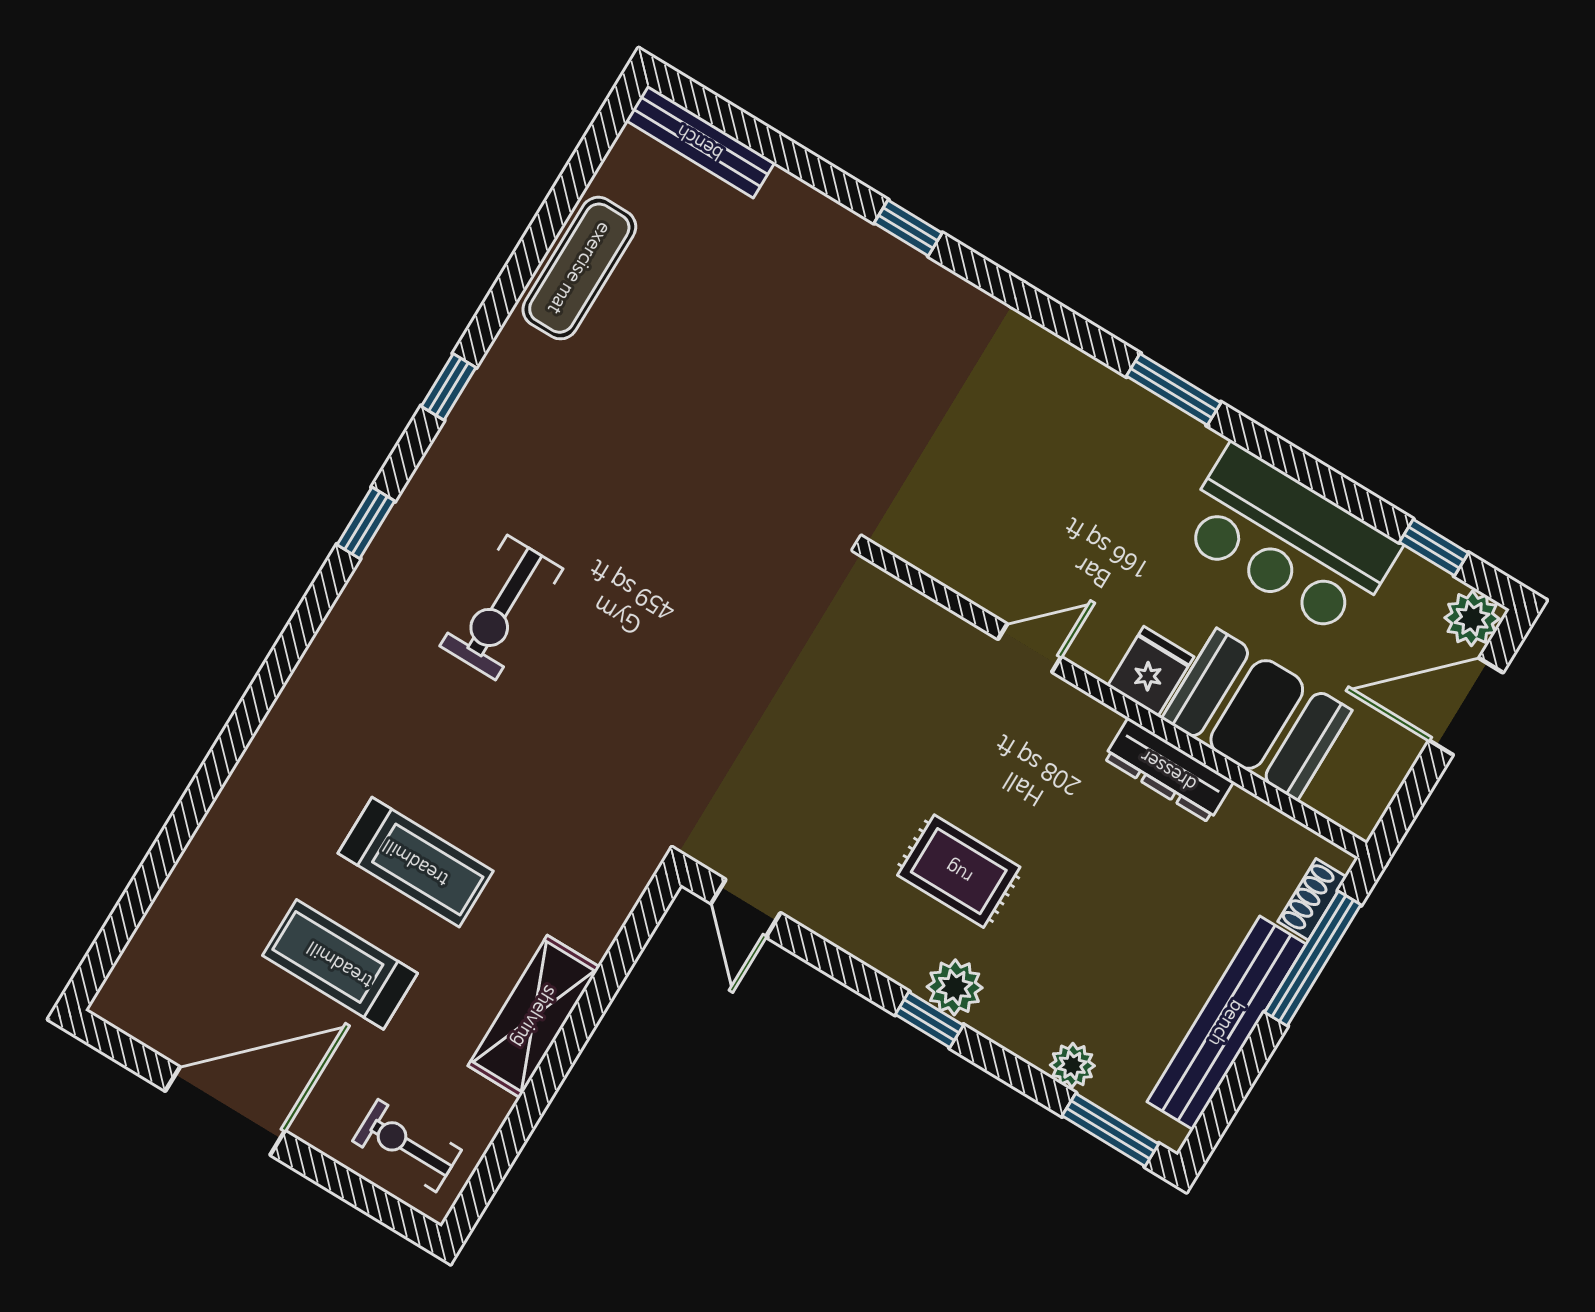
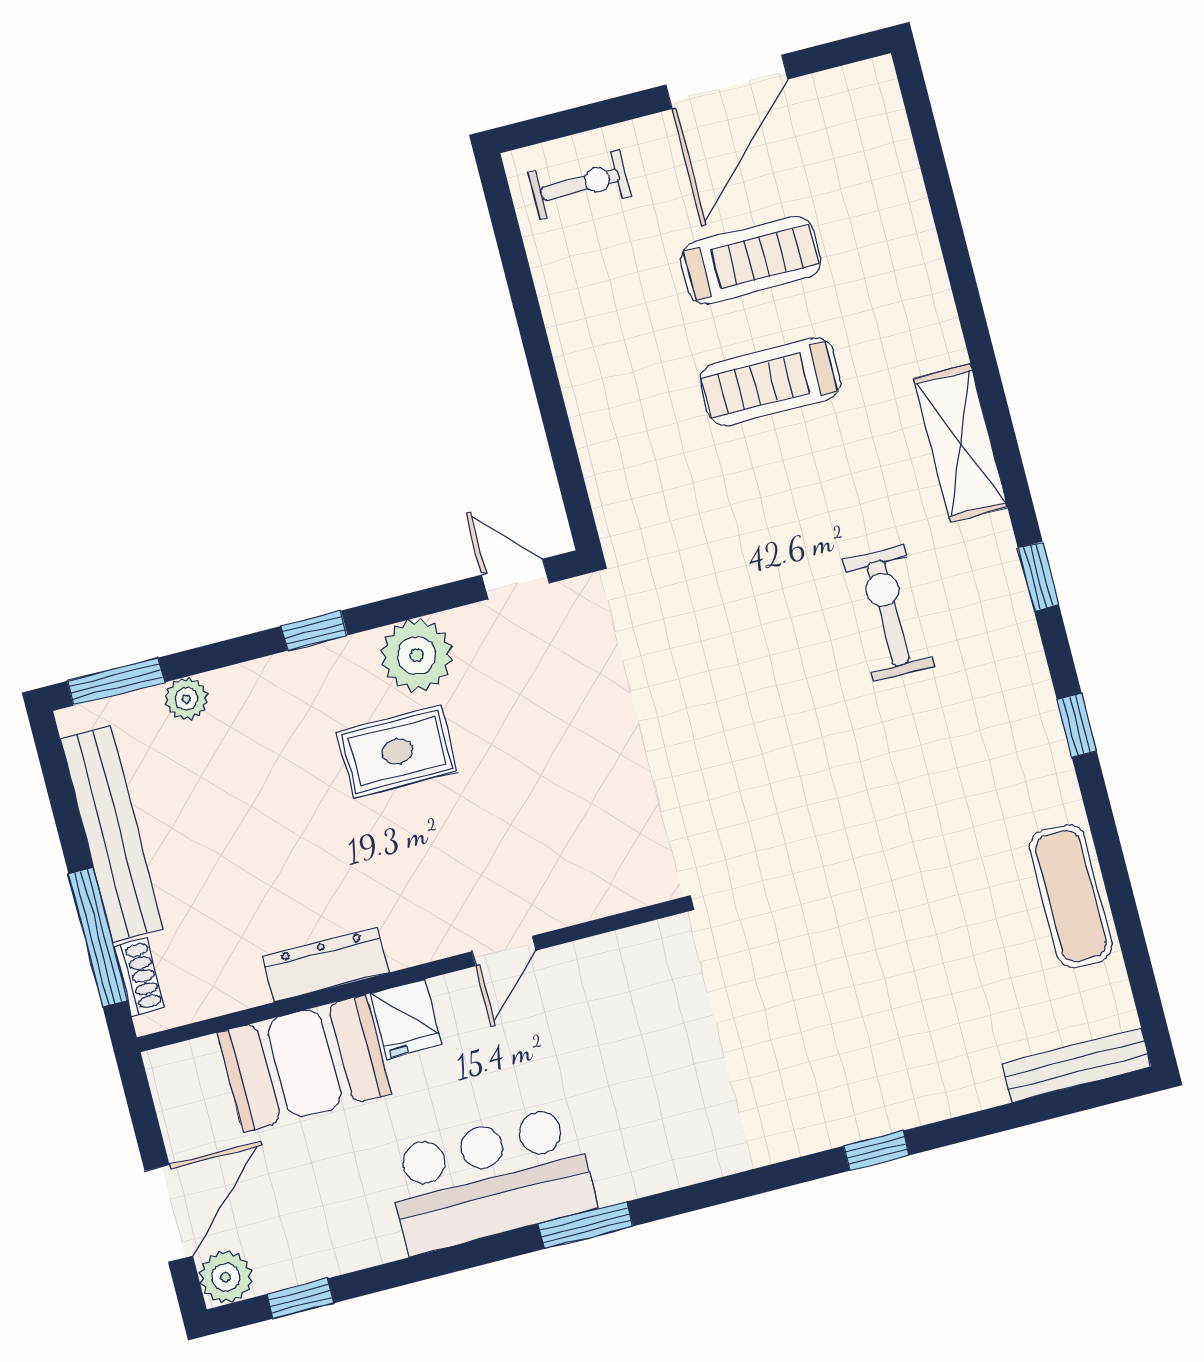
bar counter: (1288, 540) -> (490, 1180), moved
plant: (955, 987) -> (417, 655), moved, width x1.36, depth x1.36
shelving: (534, 1016) -> (960, 443), moved

